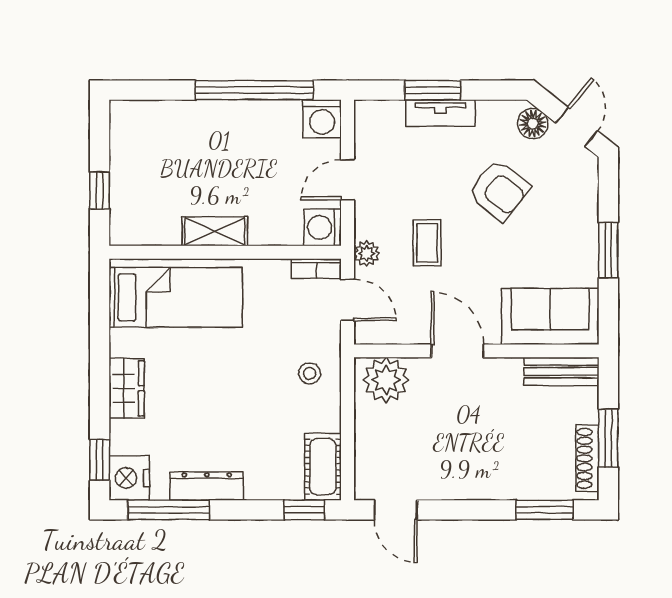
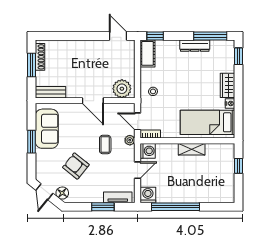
tv unit: (440, 113) -> (118, 197), moved
sofa: (550, 316) -> (47, 129), moved, turned -90
nightstand: (129, 478) -> (230, 103), moved, width x0.53, depth x0.56
window: (544, 510) -> (57, 36), removed

